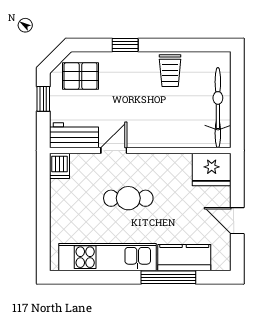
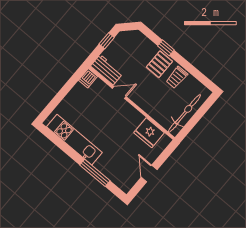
pallet: (81, 76) -> (159, 64), moved, turned 90
fridge: (212, 169) -> (149, 133), moved
cafe table: (128, 198) -> (107, 120), removed
kitchen counter: (184, 258) -> (110, 170), removed

